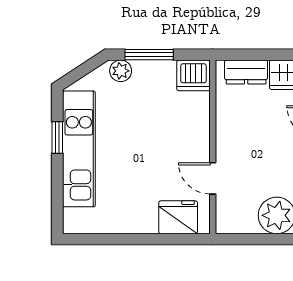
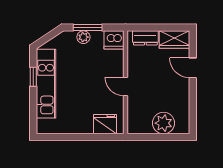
plant: (121, 71) -> (83, 37), moved
door: (213, 178) -> (125, 87), moved

